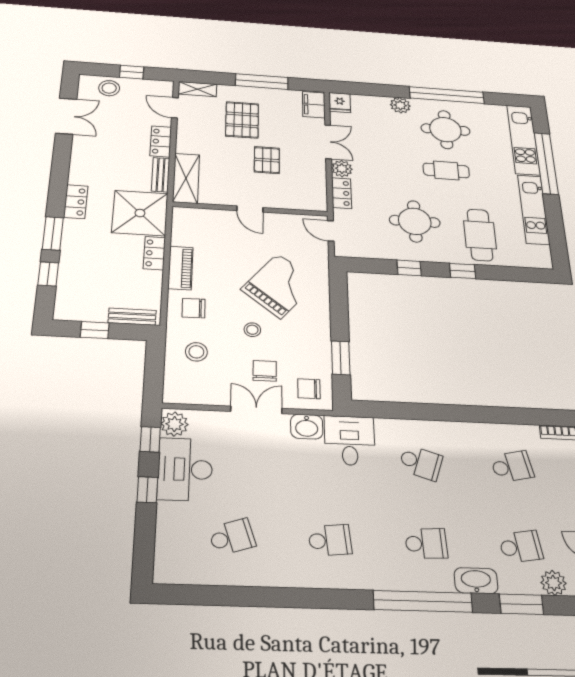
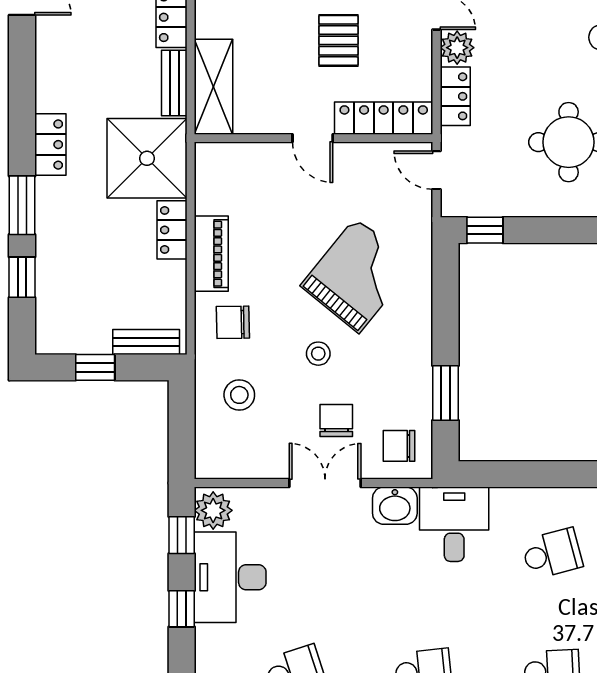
locker: (296, 201) -> (384, 118), added
window: (409, 268) -> (485, 230), moved
school desk: (421, 463) -> (552, 554), turned -33

